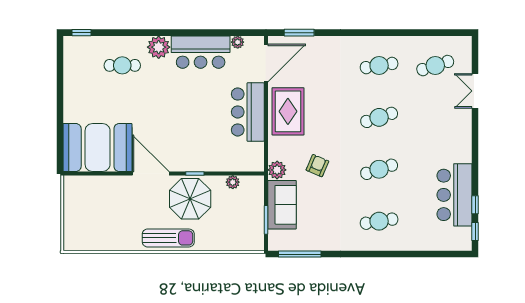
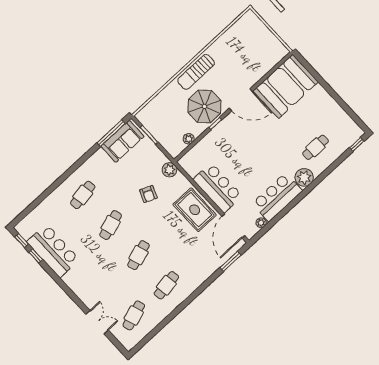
sofa: (282, 205) -> (122, 141), moved, turned -90

